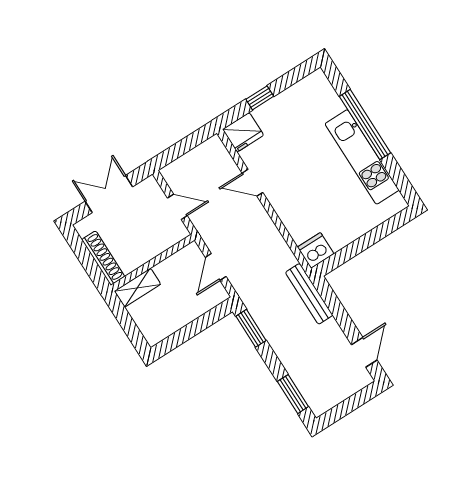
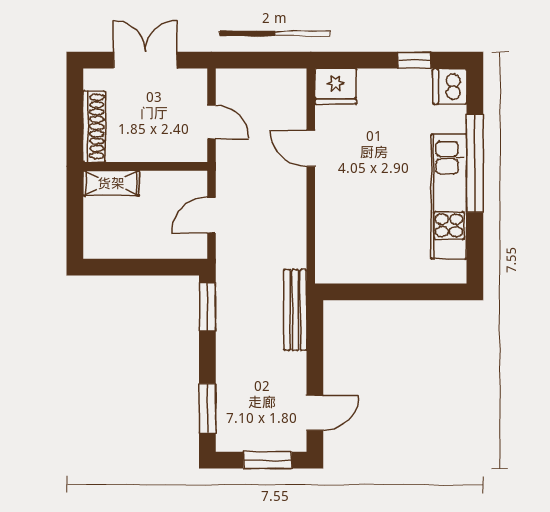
window: (260, 98) -> (414, 60), moved
dishwasher: (316, 250) -> (450, 86), moved, turned -90
window: (353, 403) -> (268, 460), added

